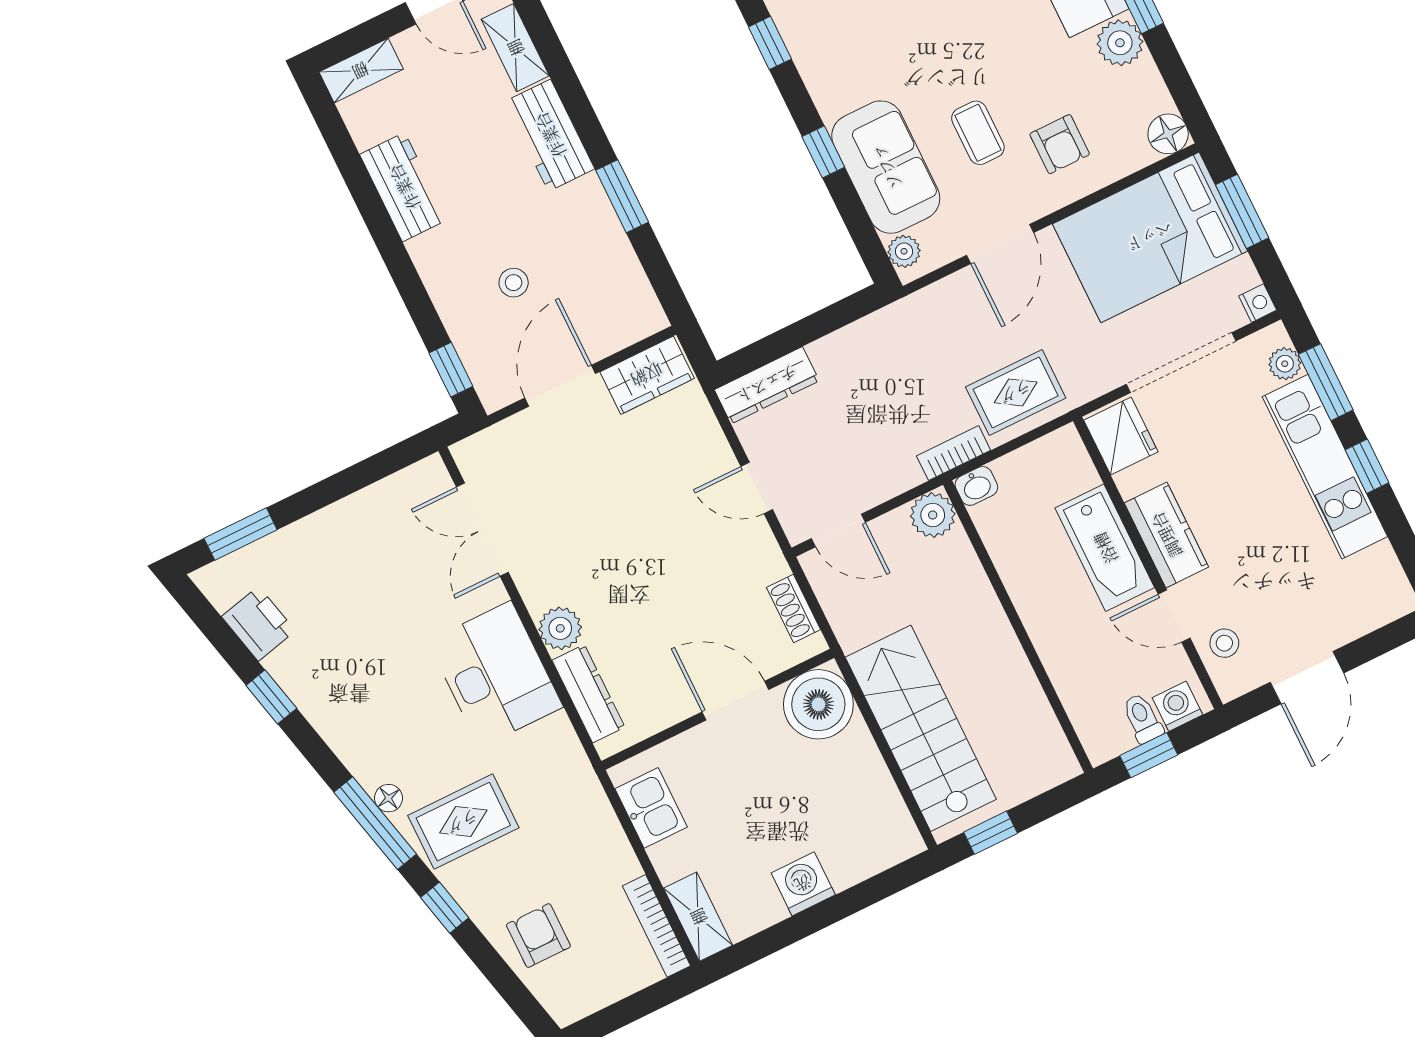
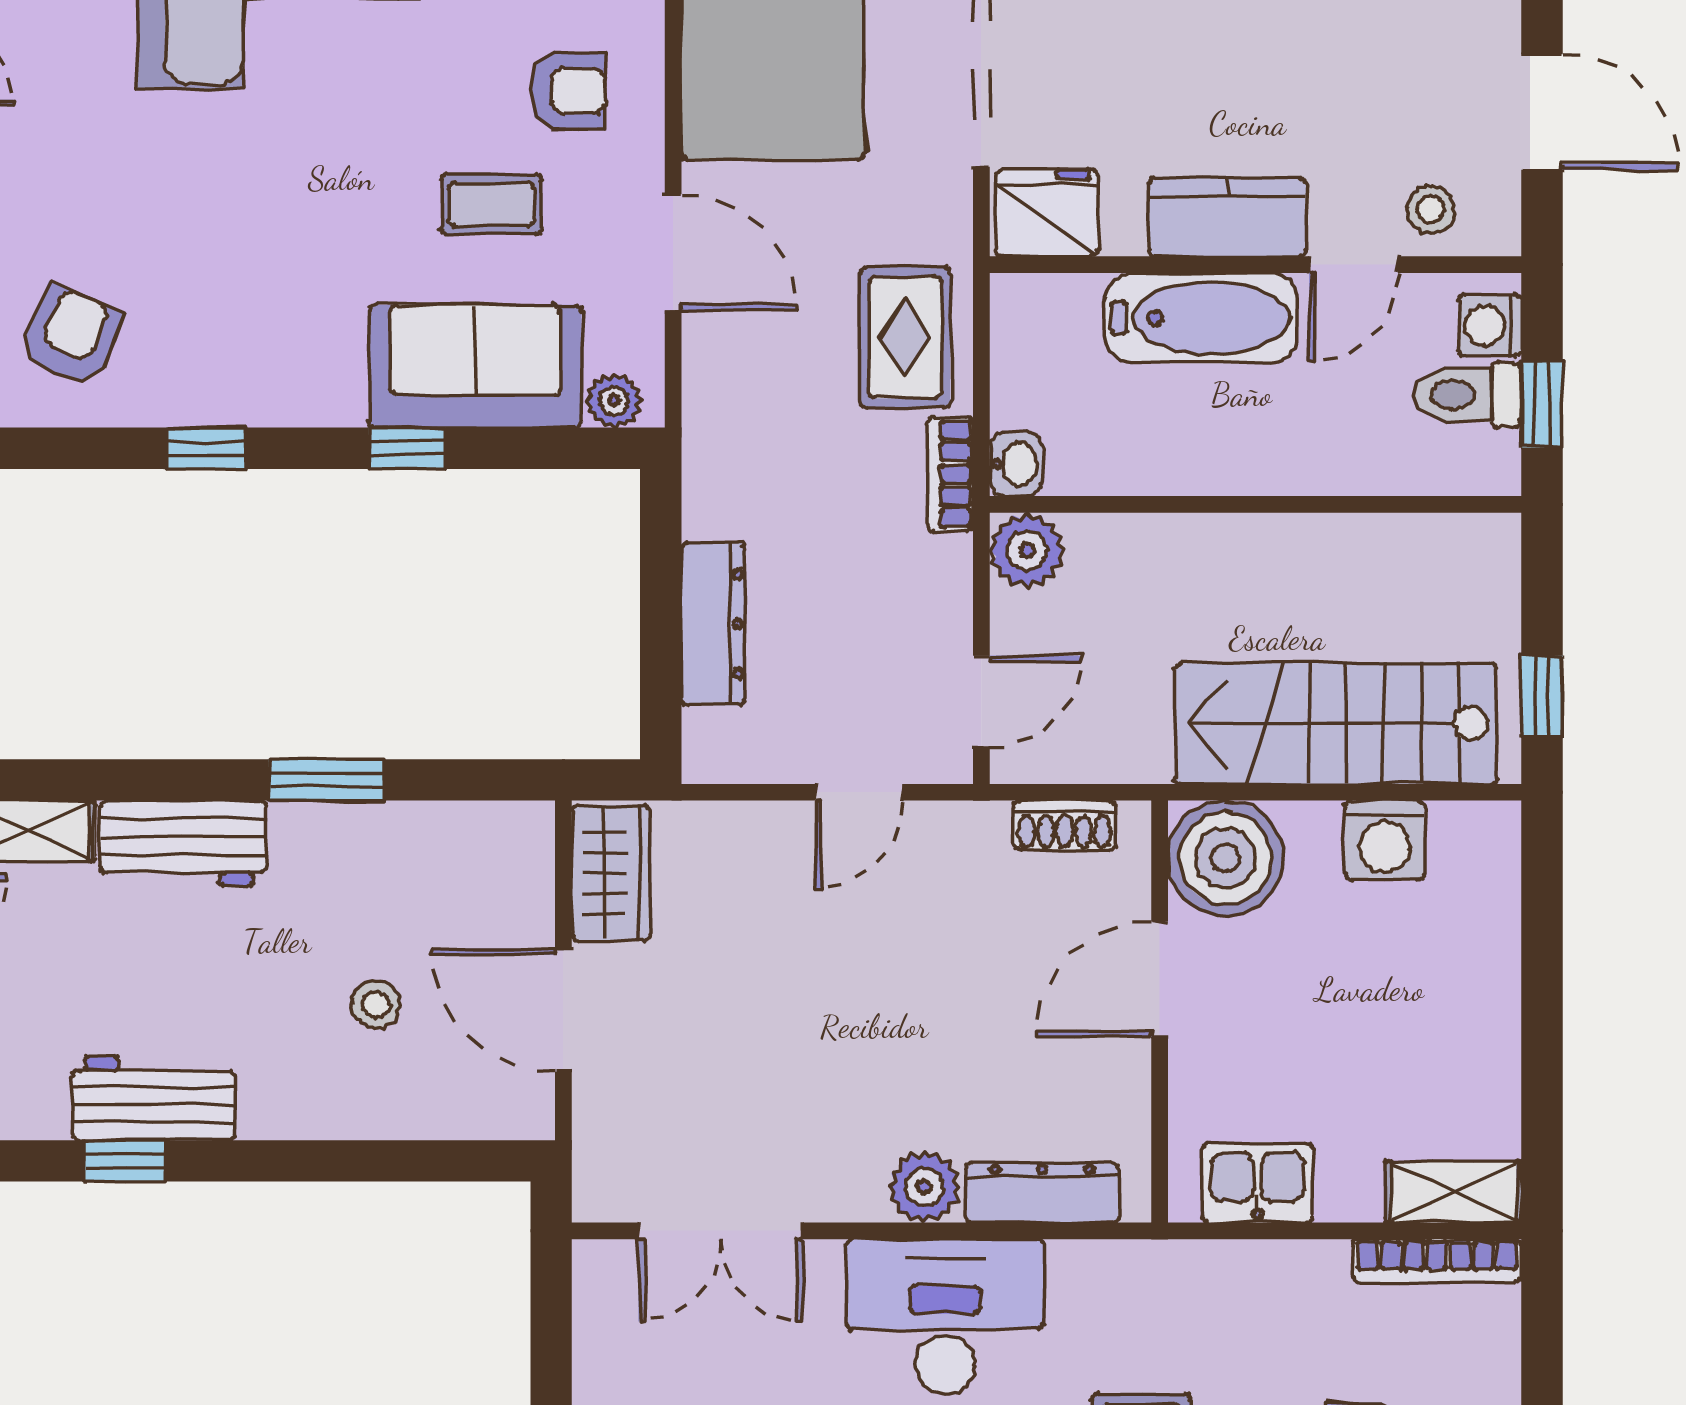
window: (451, 370) -> (125, 1161), moved
dresser: (767, 385) -> (713, 624), moved
toilet: (1142, 718) -> (1467, 395), width x1.37, depth x1.39
washing machine: (803, 884) -> (1385, 840), moved, turned -90

